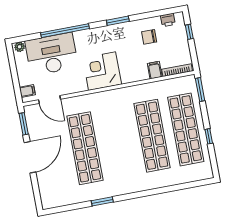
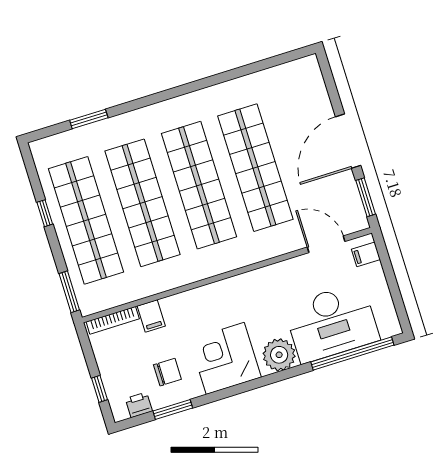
window: (118, 21) -> (173, 410), moved
window: (65, 31) -> (352, 354), moved
plant: (20, 47) -> (279, 355), moved, width x1.88, depth x1.88
corner desk: (102, 71) -> (225, 358), moved, turned 180
shop shelf: (118, 142) -> (199, 185), added
window: (102, 201) -> (89, 119), moved

